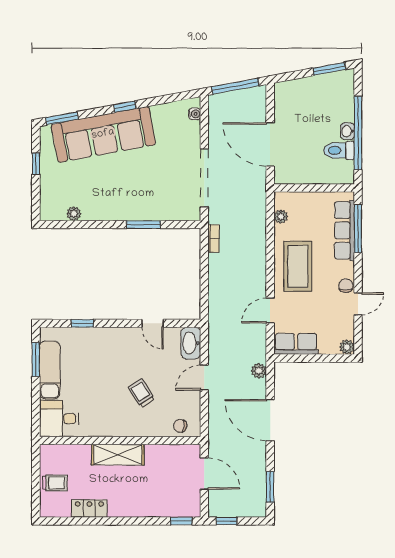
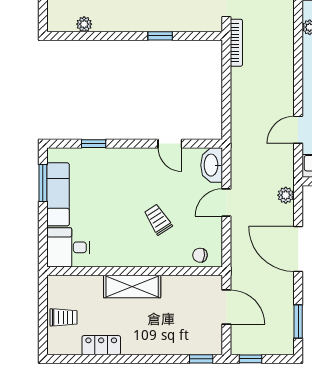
window: (143, 225) -> (160, 36), width x0.67
bookcase: (213, 239) -> (236, 43), width x1.56

